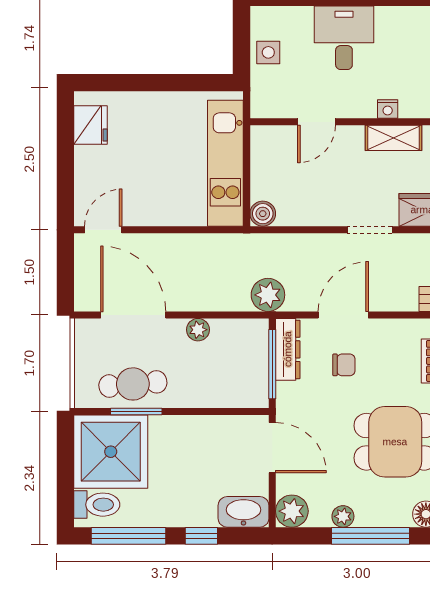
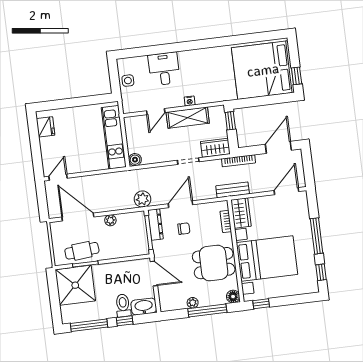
shelving: (393, 138) -> (188, 118), width x1.50, depth x1.33
toilet: (97, 505) -> (123, 305), moved, turned -90
plant: (292, 511) -> (167, 303), removed

